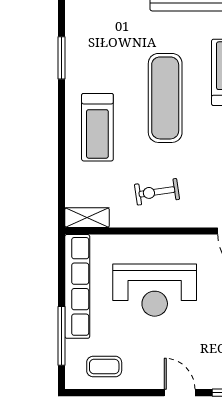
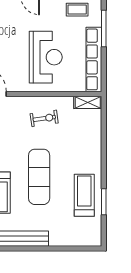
treadmill: (97, 127) -> (84, 195), moved
reception desk: (155, 290) -> (46, 57), turned 90

